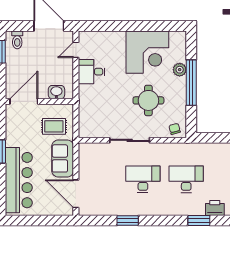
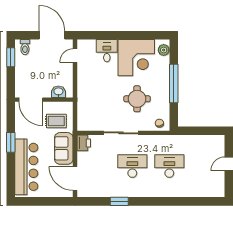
plant: (180, 70) -> (164, 50), moved
desk: (91, 72) -> (107, 51), moved, turned 90
door: (24, 101) -> (31, 100), swing flipped
printer: (215, 208) -> (84, 143), moved, turned 90
window: (199, 220) -> (180, 201), removed

